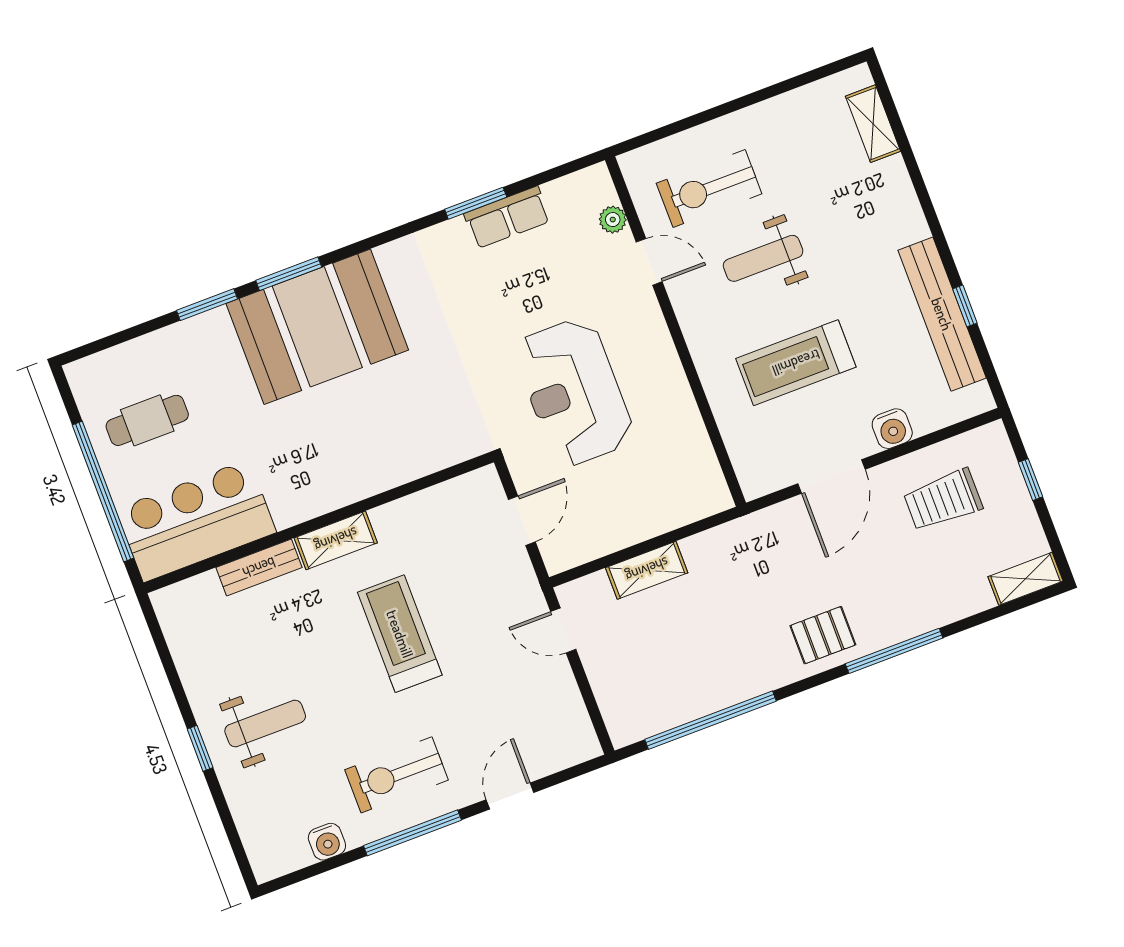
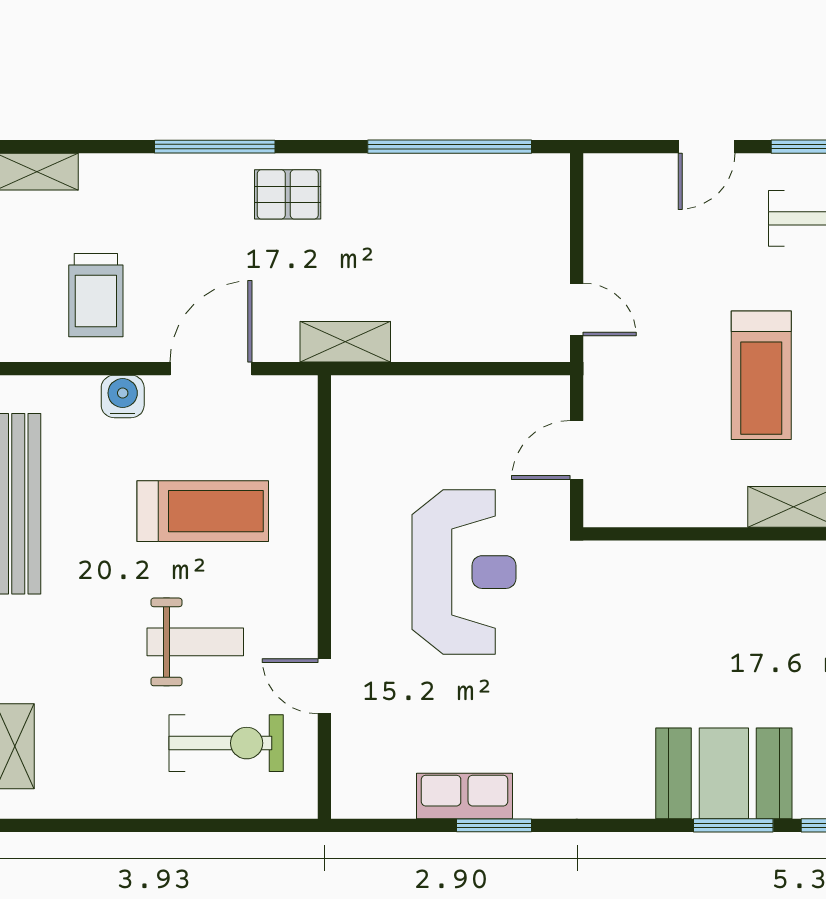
plant: (613, 220) -> (347, 749), removed
booth: (317, 327) -> (724, 773), width x0.73, depth x0.70
trolley: (943, 500) -> (96, 295), turned 90
shelving: (647, 570) -> (345, 342), moved

